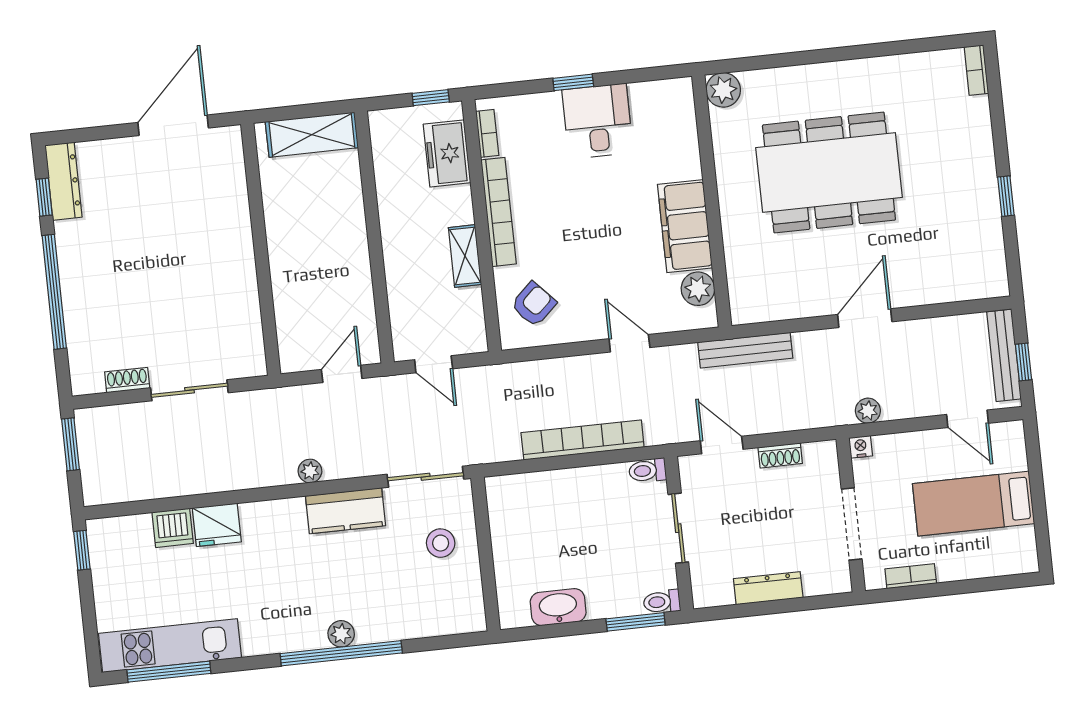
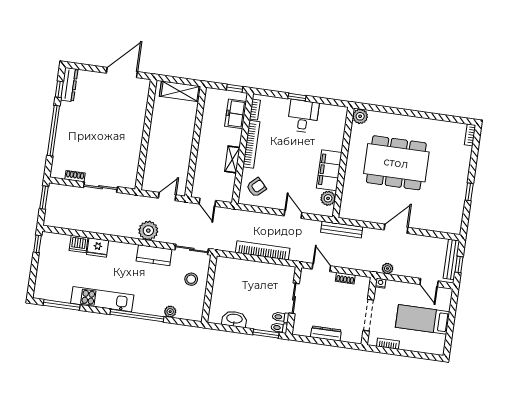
plant: (310, 471) -> (148, 231), width x1.88, depth x1.88
toilet: (648, 471) -> (281, 317), moved
plant: (341, 634) -> (170, 312), moved
kitchen unit: (170, 646) -> (102, 299), moved

